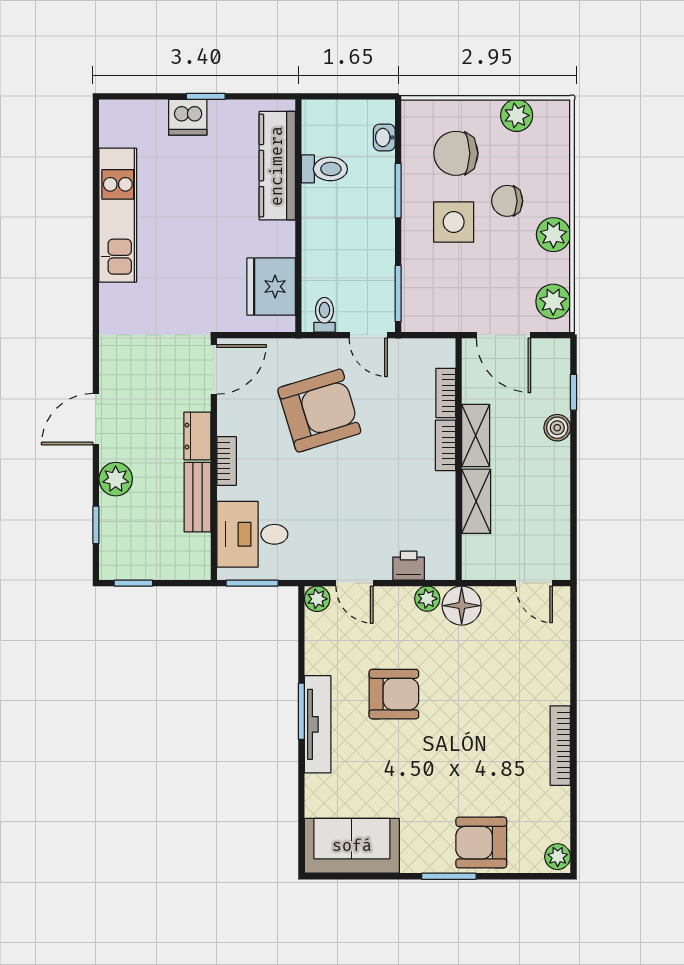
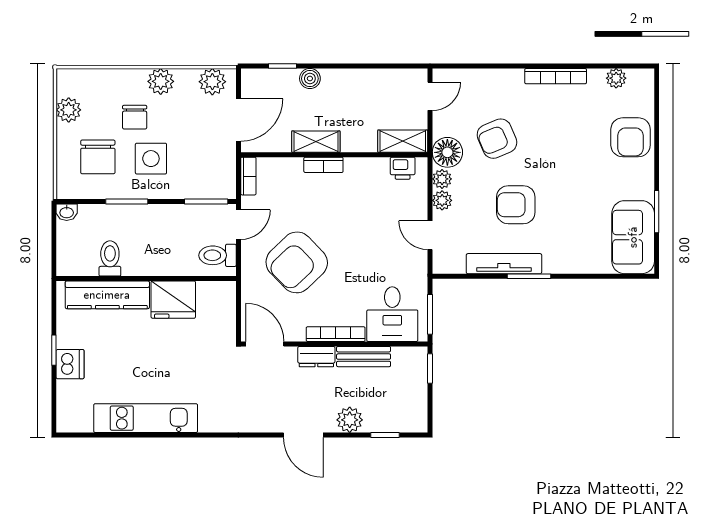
washbasin: (384, 137) -> (67, 212), moved
fridge: (271, 287) -> (173, 300), moved
toilet: (324, 315) -> (217, 255), width x1.37, depth x1.39
bookcase: (446, 393) -> (248, 176), moved, turned -90
armchair: (319, 411) -> (297, 262), turned -117
bookcase: (227, 461) -> (336, 334), width x1.56
shelving: (476, 501) -> (403, 141), moved
printer: (409, 566) -> (403, 168), moved, turned -90
window: (133, 583) -> (430, 369), moved
door: (354, 583) -> (430, 235), swing flipped
plant: (317, 599) -> (442, 200), moved
armchair: (479, 670) -> (497, 139), added
armchair: (394, 694) -> (516, 205), turned -90
tv unit: (318, 724) -> (504, 264), moved
plant: (558, 857) -> (616, 78), moved
window: (449, 876) -> (657, 212), moved

